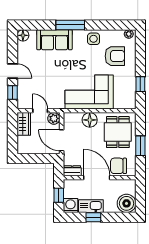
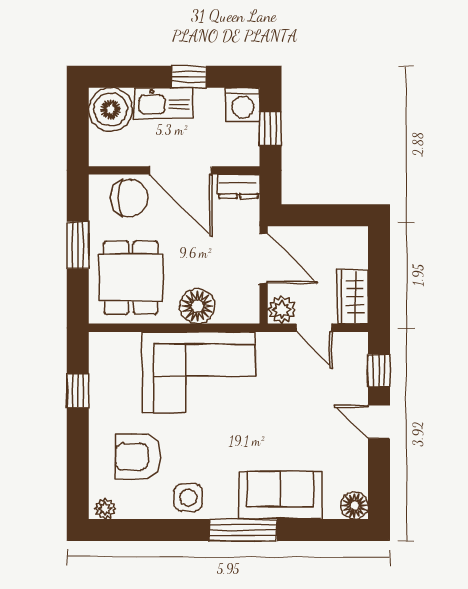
kitchen sink: (91, 206) -> (163, 103), moved

